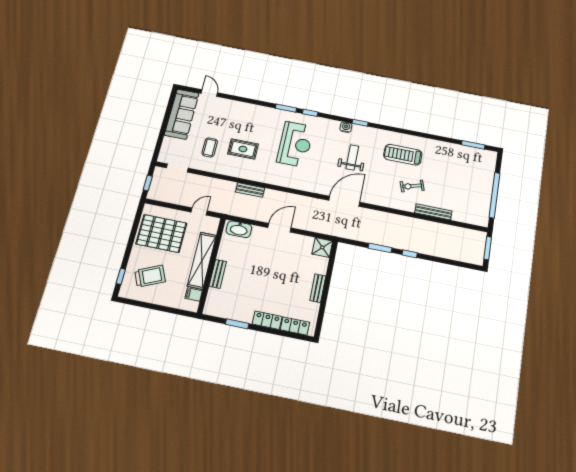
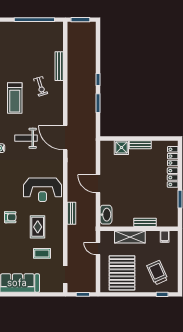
armchair: (262, 122) -> (10, 217), added
reception desk: (295, 144) -> (42, 190), moved, turned 180
shower: (322, 247) -> (121, 148), moved
shelving: (202, 261) -> (130, 237), width x0.68

